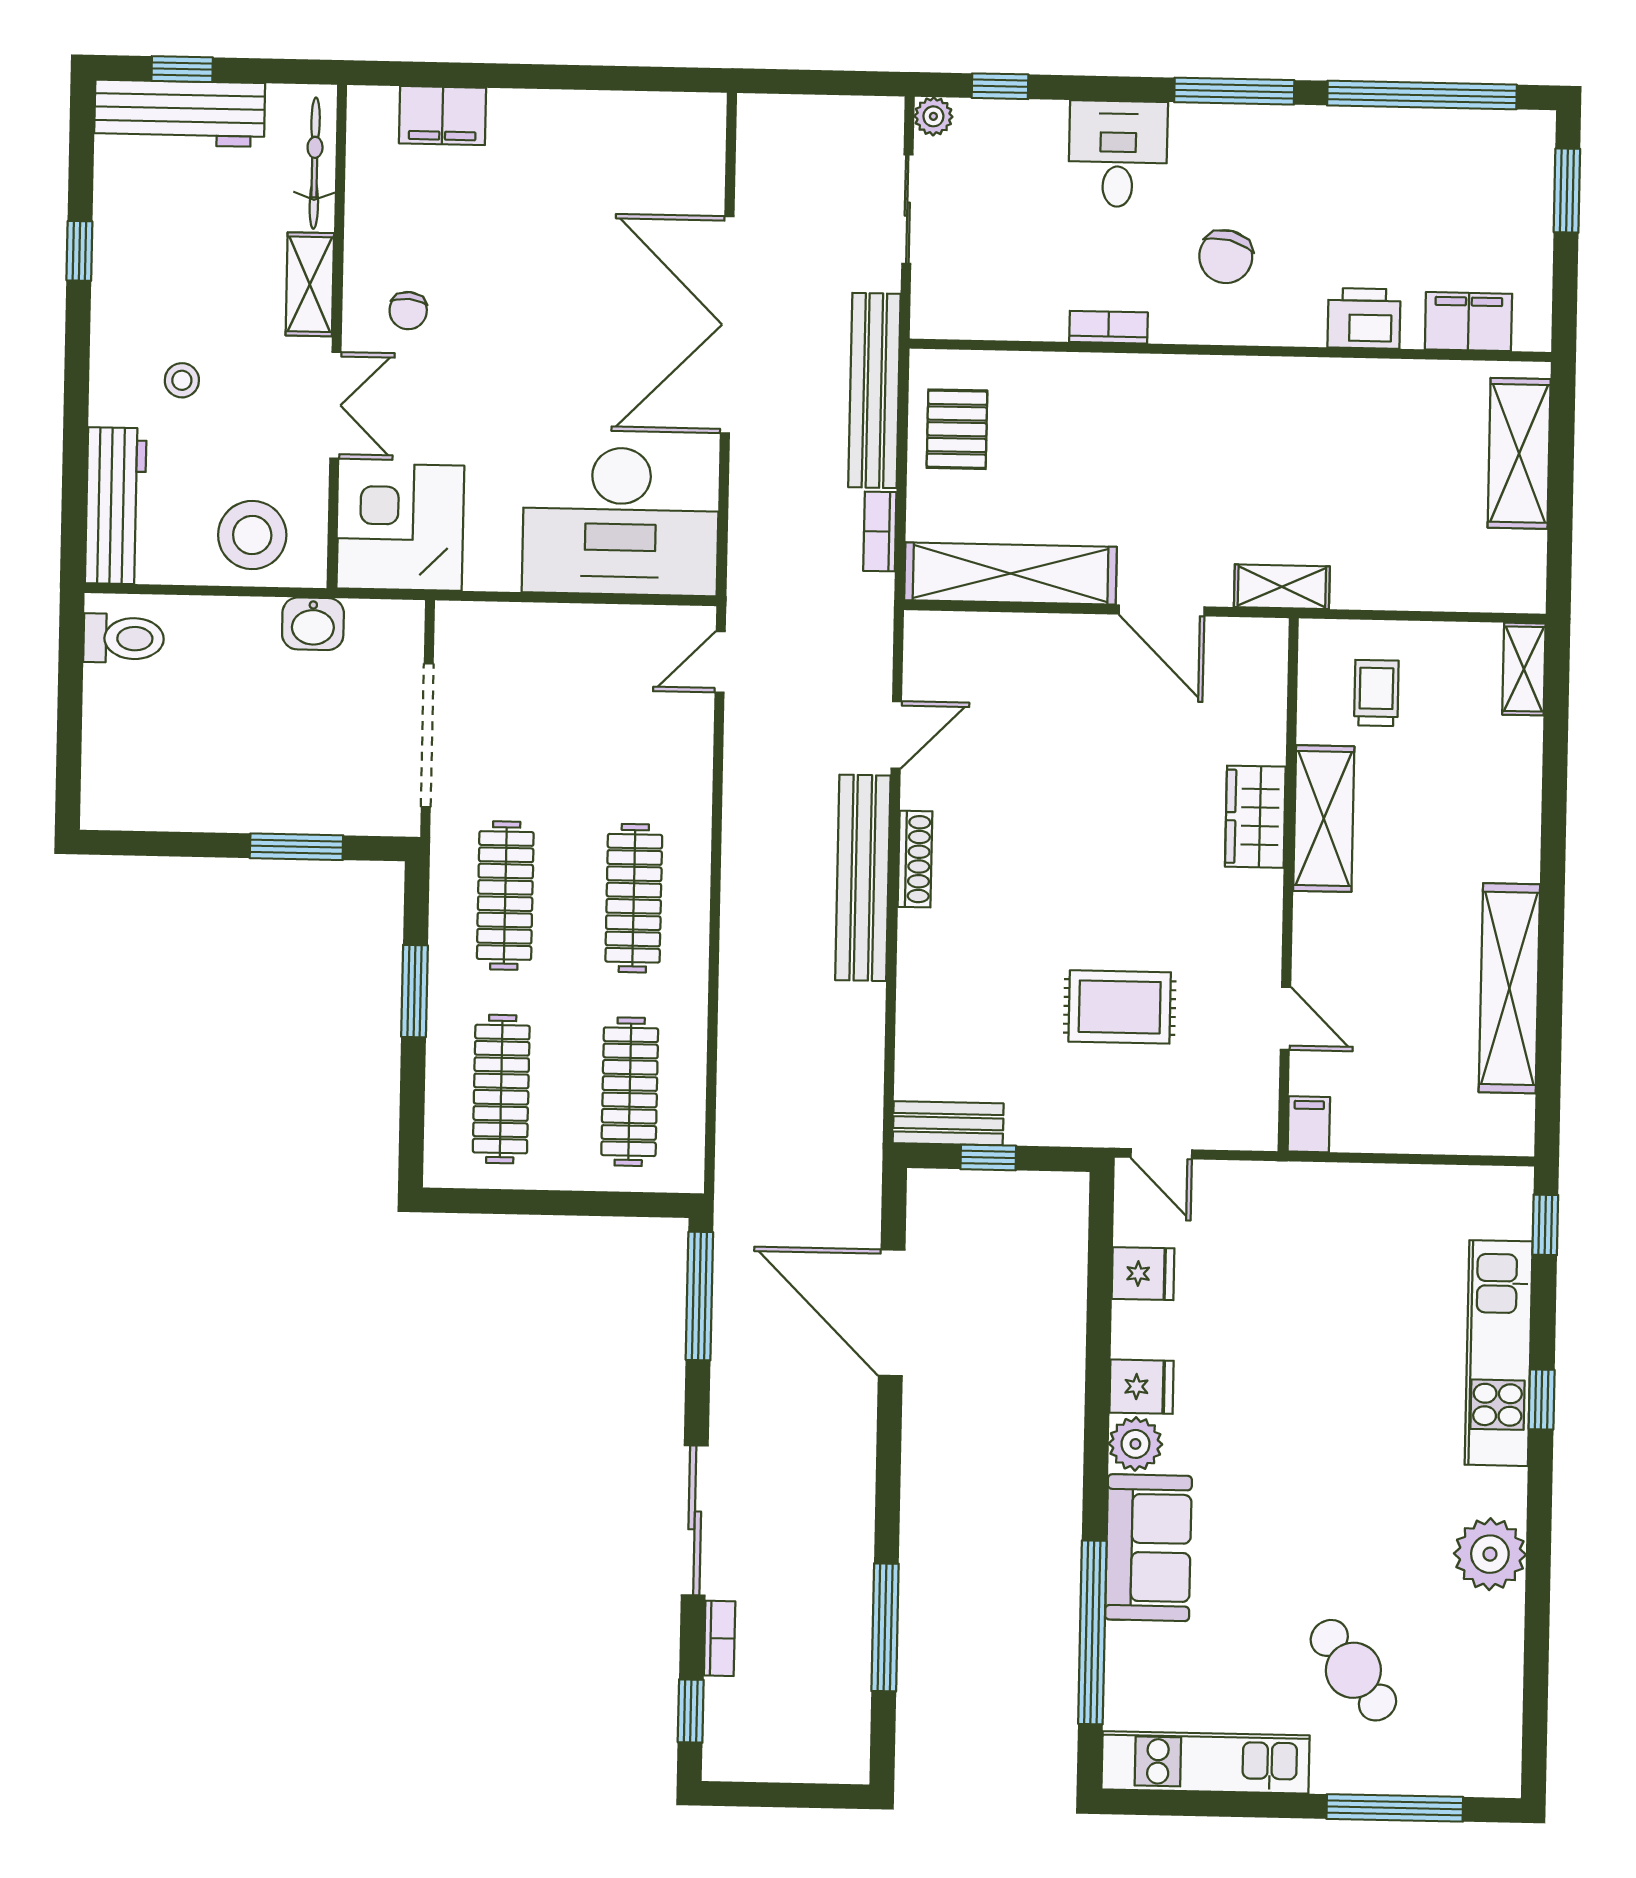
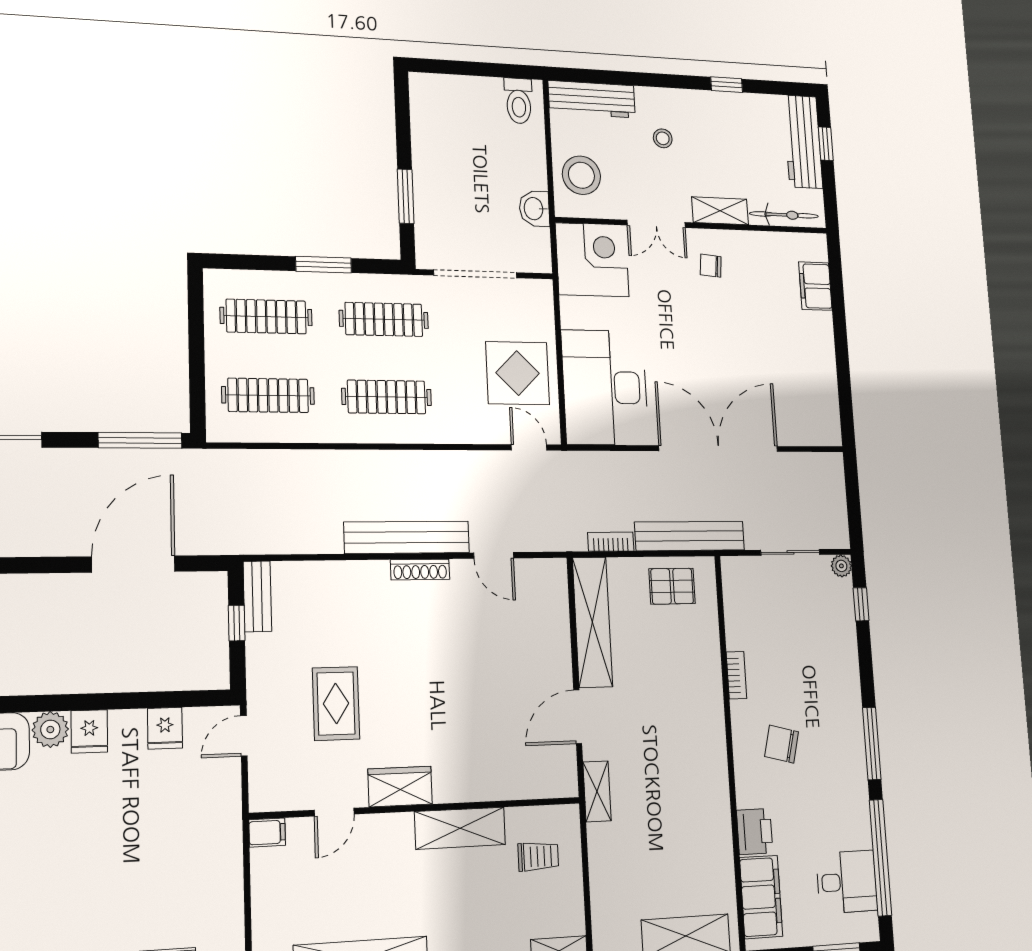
desk: (1118, 154) -> (847, 882), moved
filing cabinet: (1468, 322) -> (761, 897), width x1.50, depth x1.17
display table: (595, 673) -> (518, 373), added
wardrobe: (1255, 817) -> (400, 787), moved

